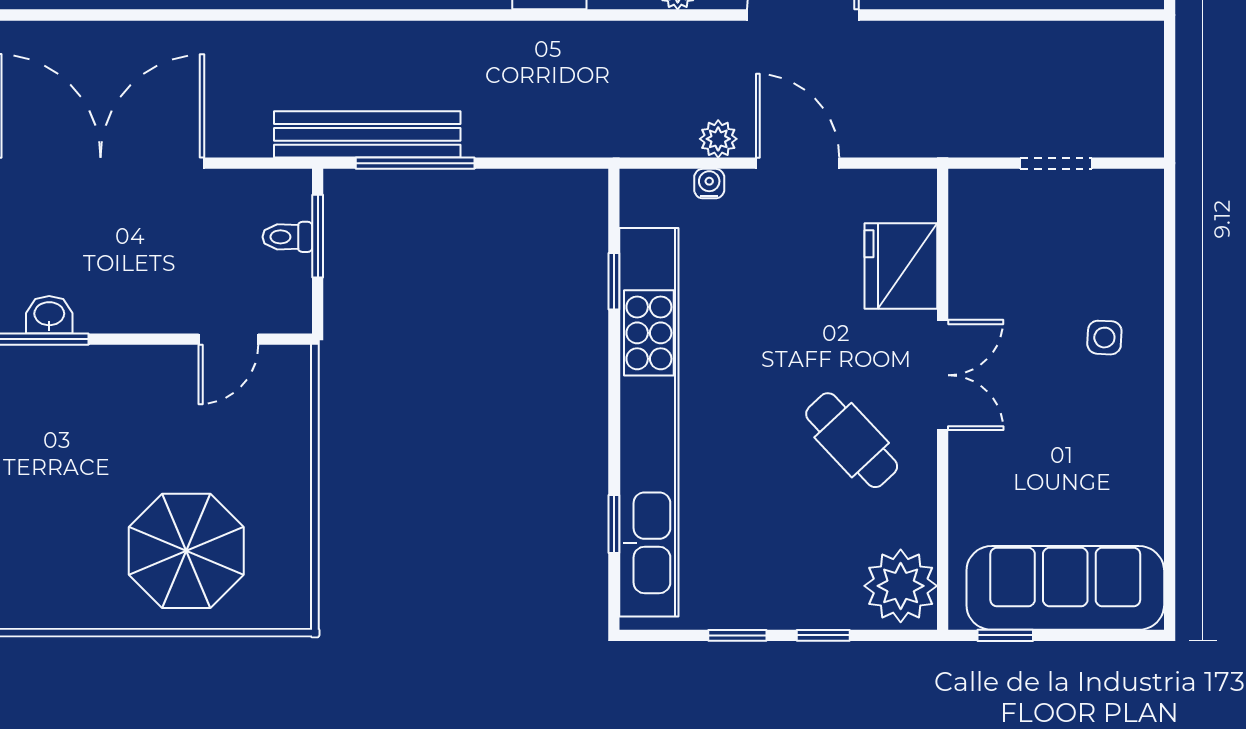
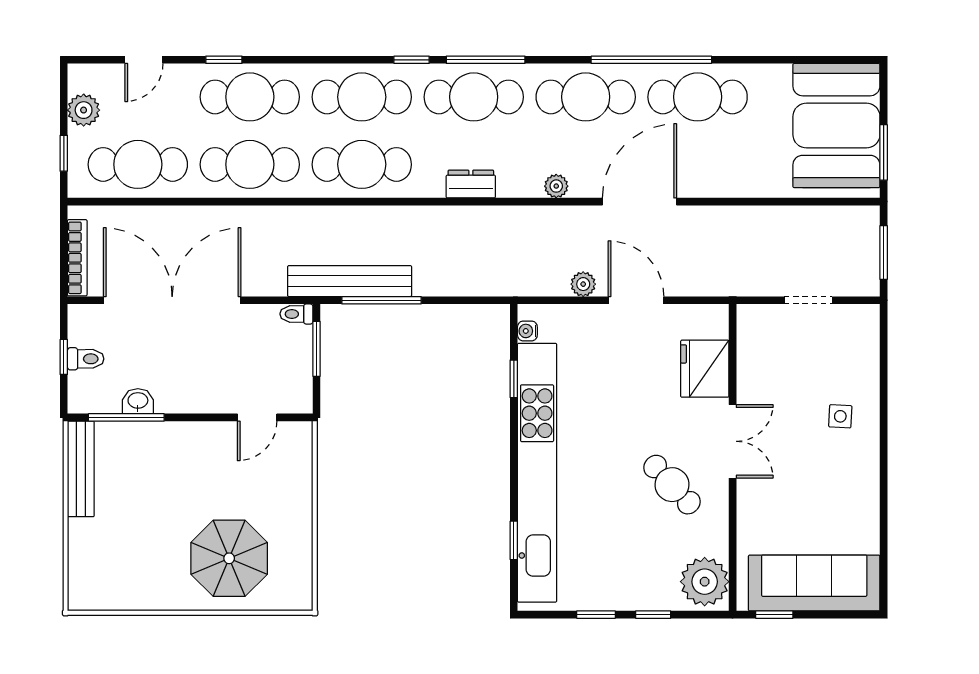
window: (1170, 91) -> (884, 252), added
water cooler: (709, 184) -> (527, 331), moved, turned -90
toilet: (287, 237) -> (296, 314), moved

